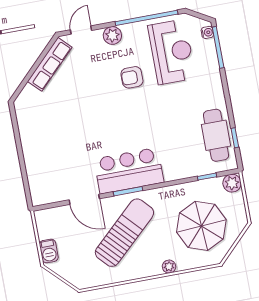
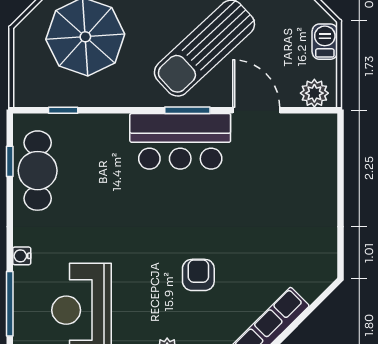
water cooler: (207, 32) -> (22, 256), moved
armchair: (132, 77) -> (198, 275), moved, turned -90
plant: (232, 183) -> (314, 93), moved

